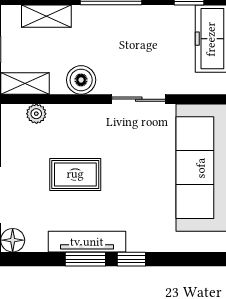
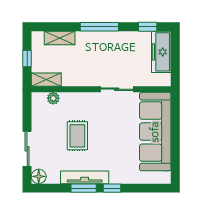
boiler: (81, 80) -> (81, 77), removed
rug: (75, 174) -> (77, 136), turned 90

